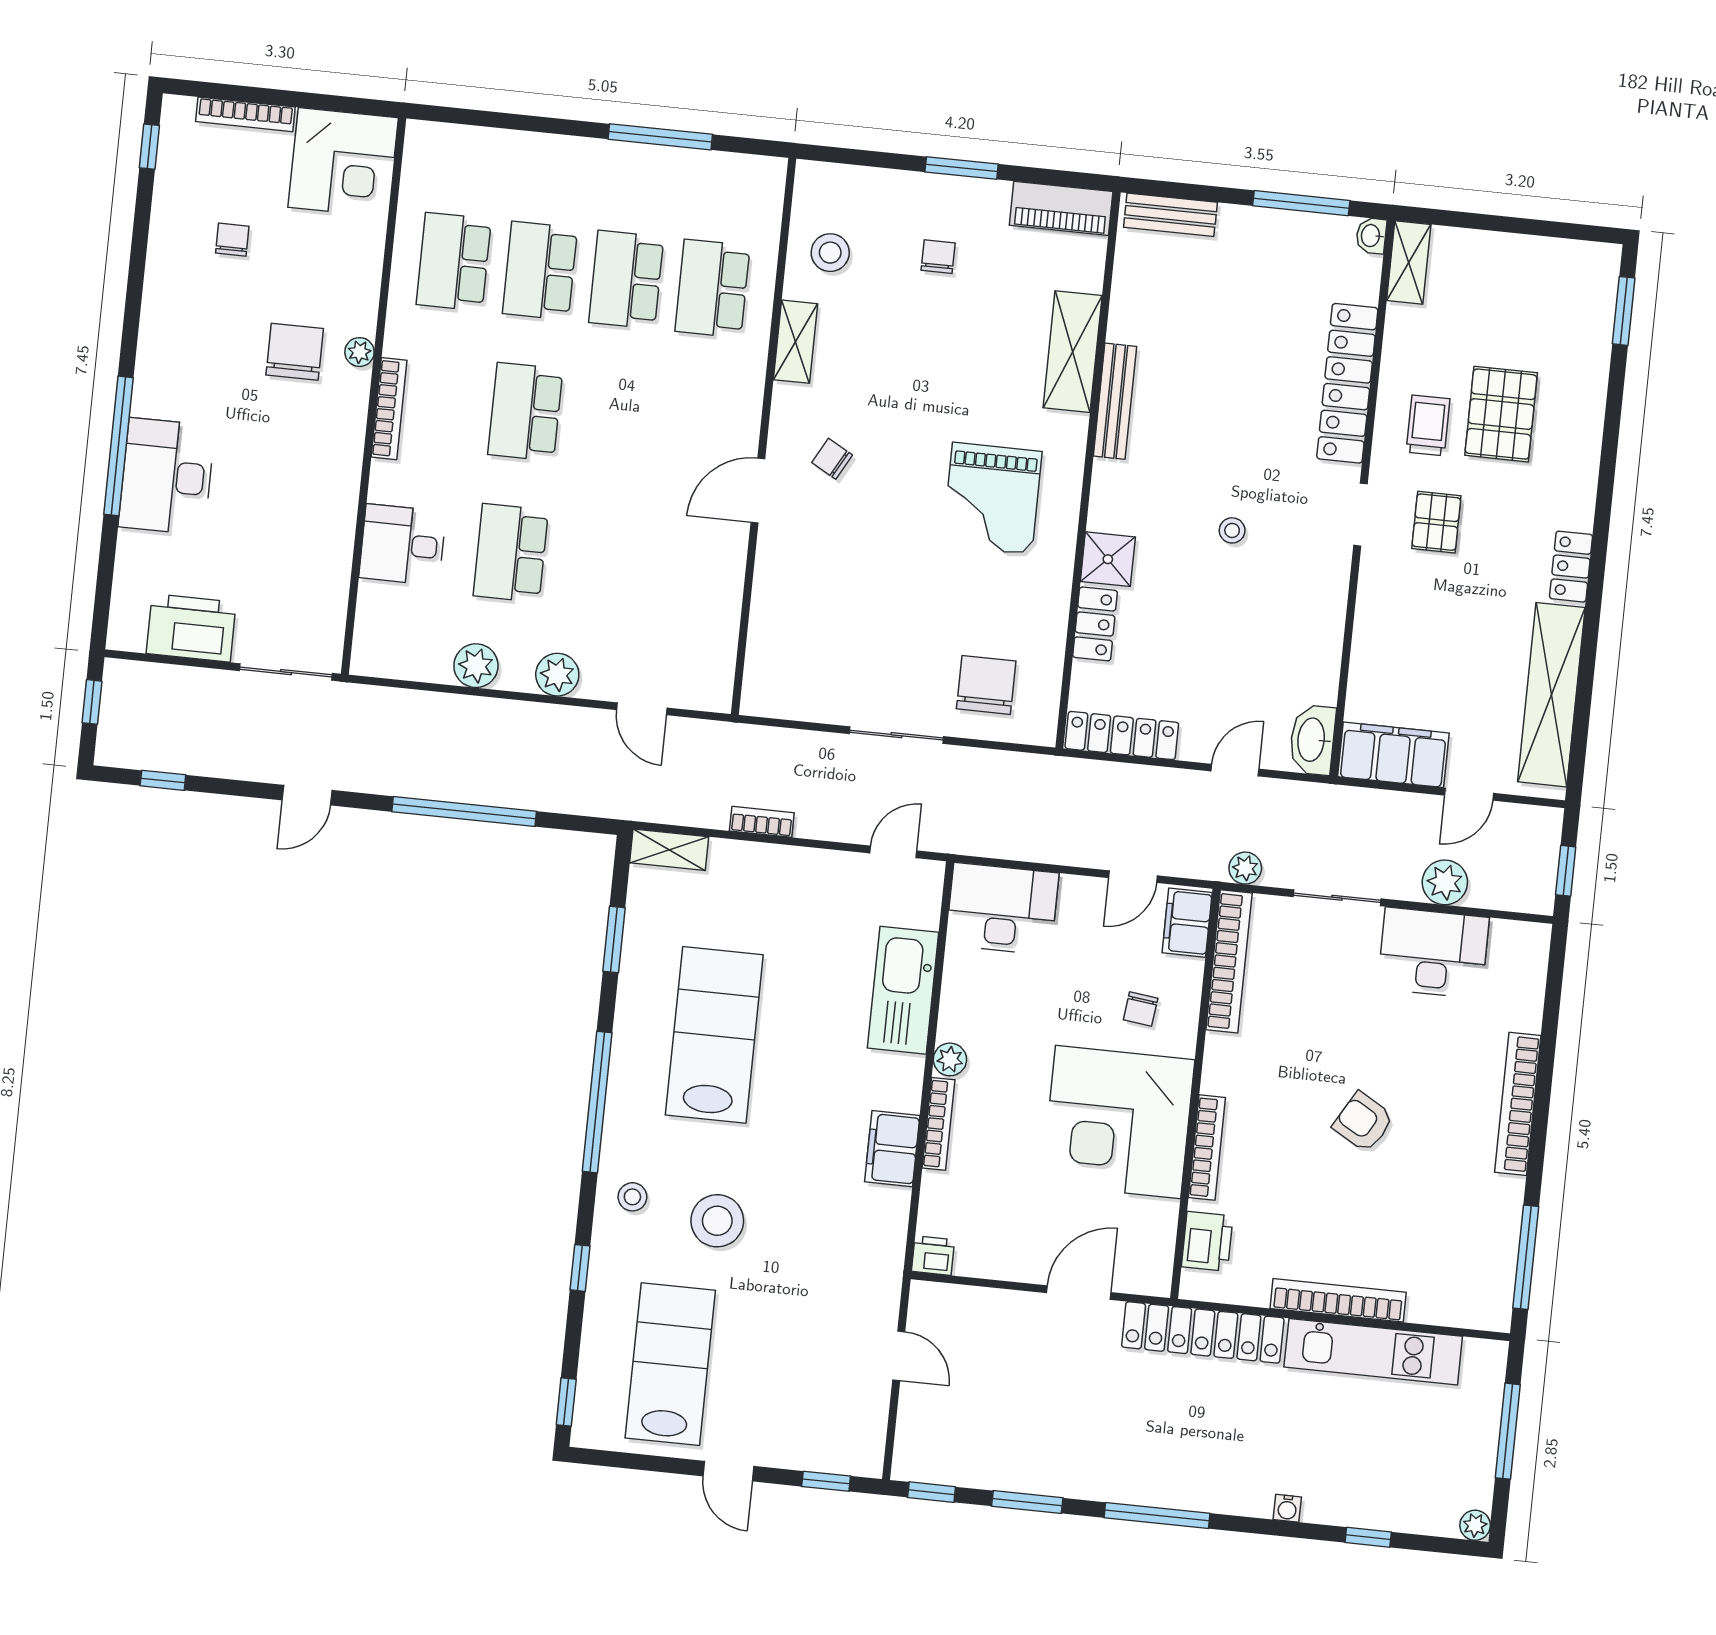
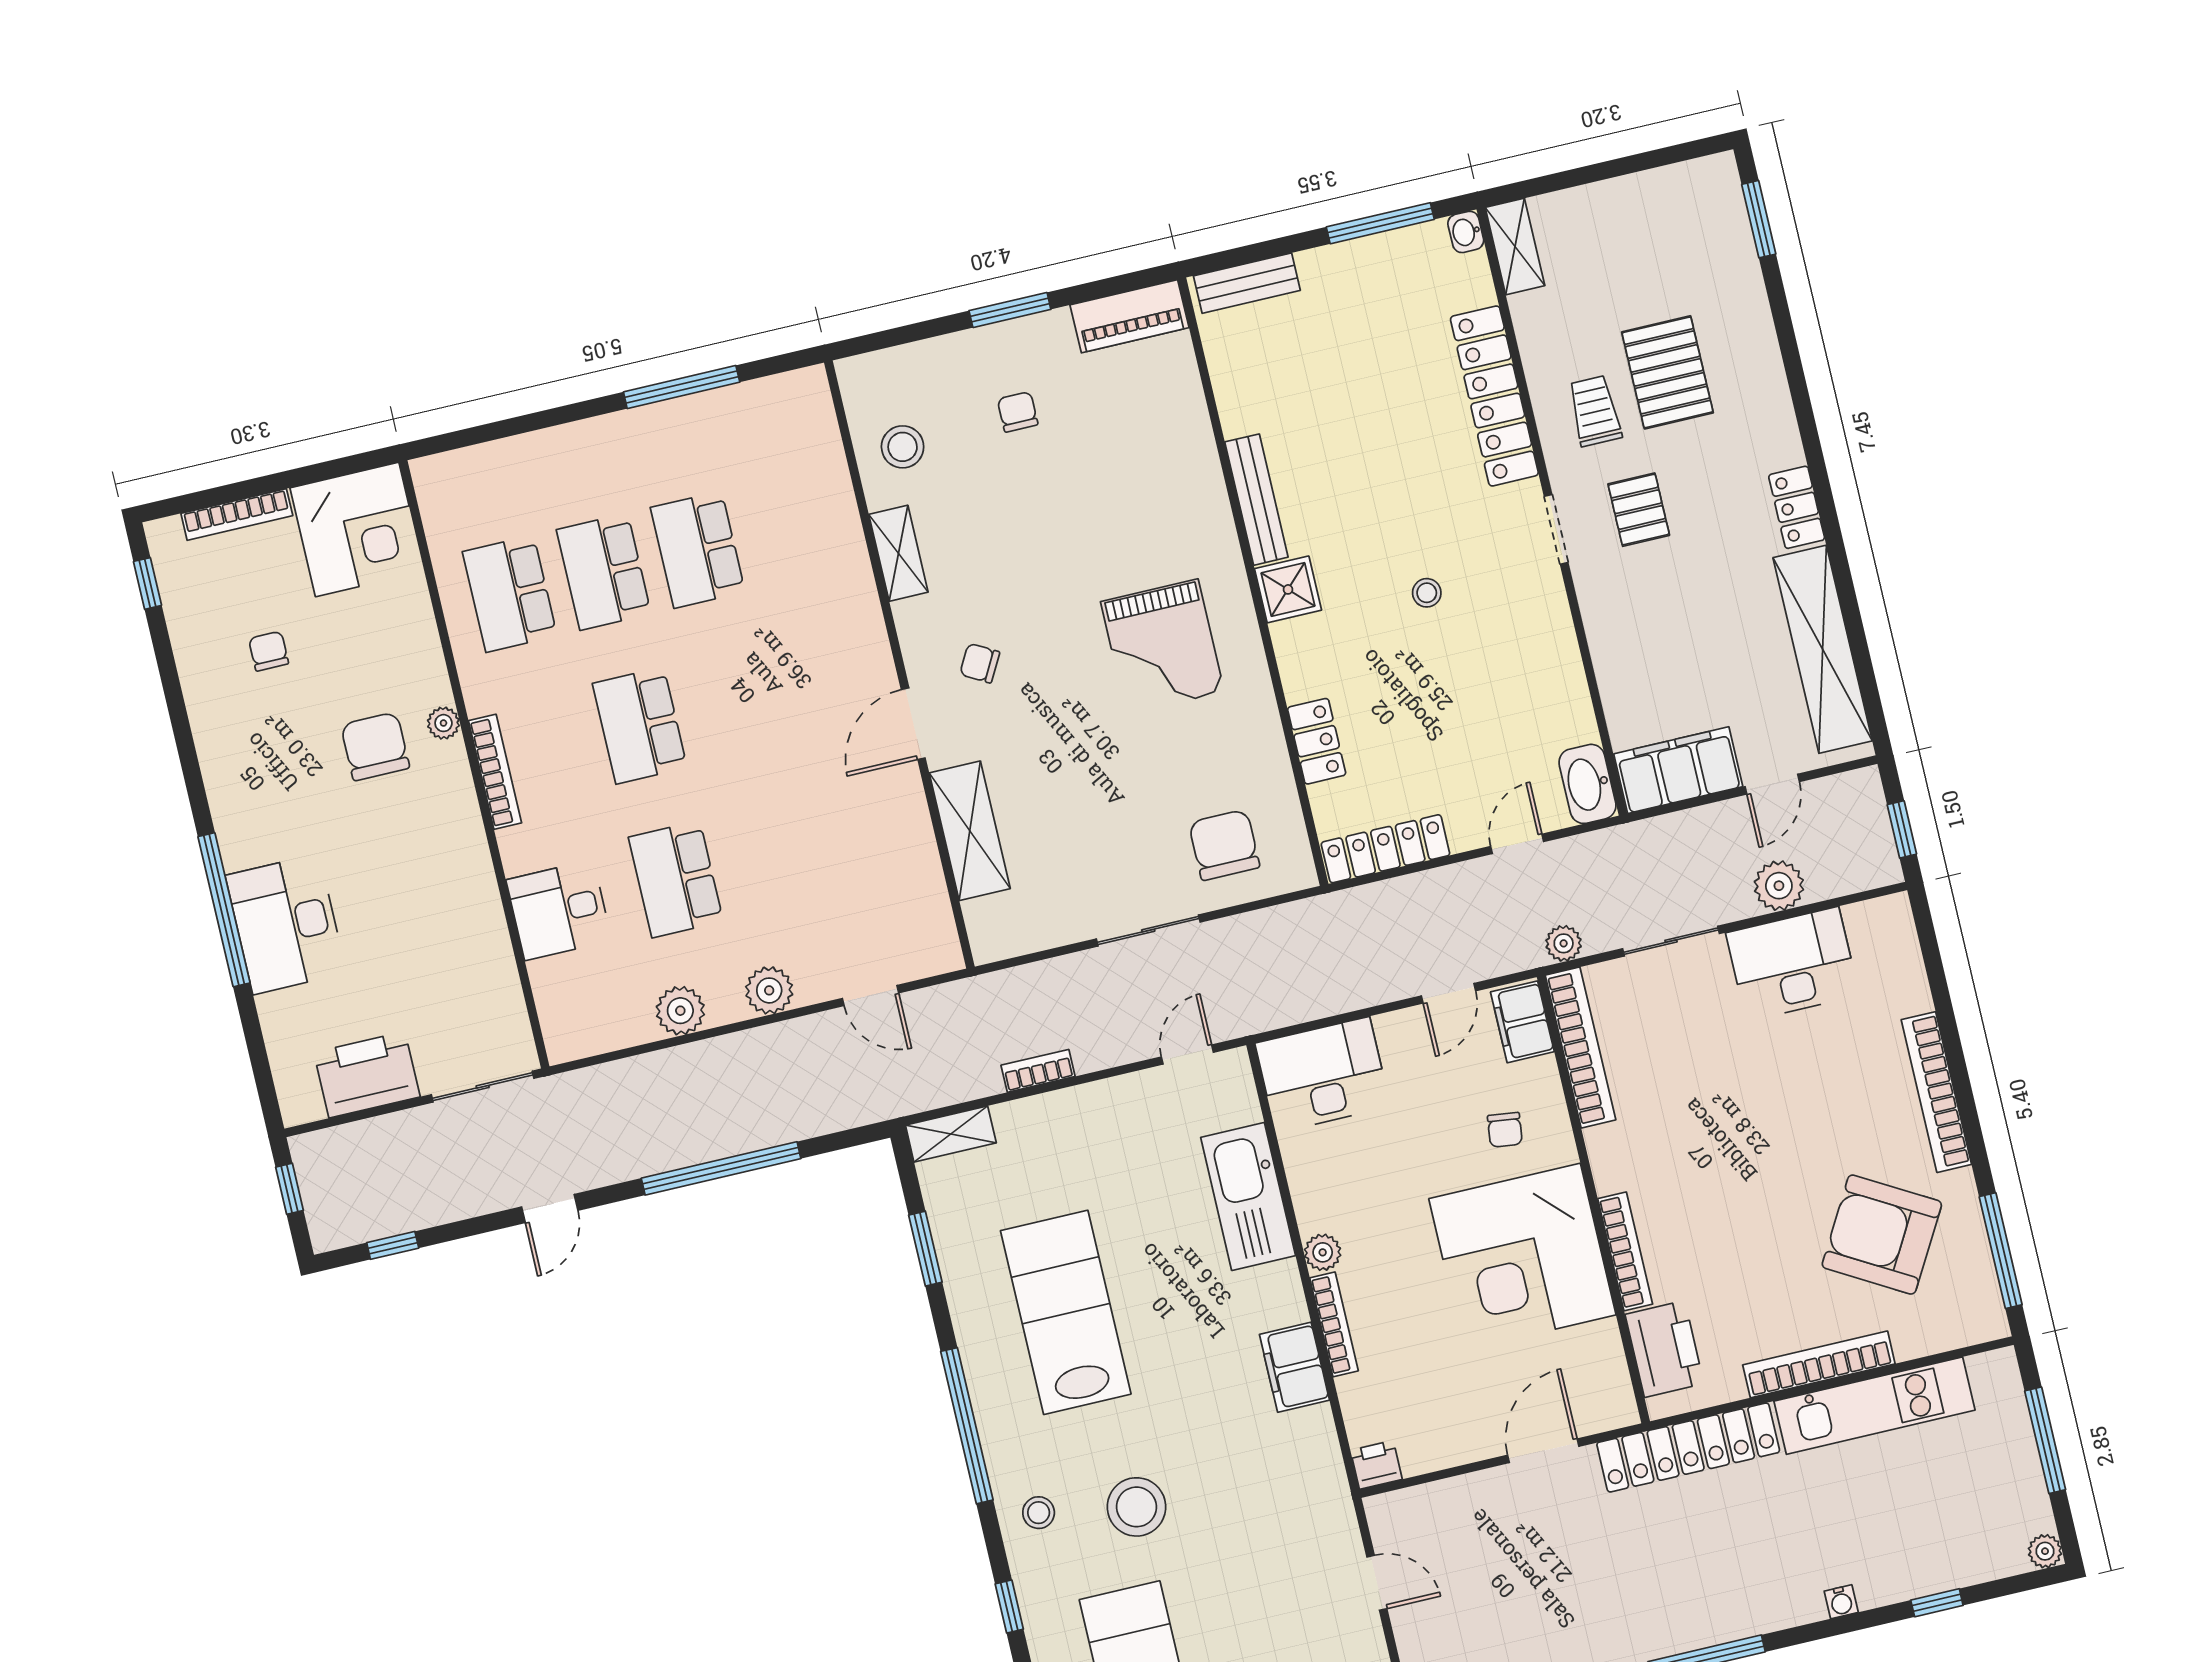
school desk: (712, 288) -> (792, 528), removed
shelving: (1073, 352) -> (970, 831), moved
shower: (1108, 559) -> (1288, 589), moved
armchair: (1363, 1122) -> (1882, 1235), moved, width x1.88, depth x1.88
printer: (1207, 1241) -> (1664, 1349), width x1.37, depth x1.19

